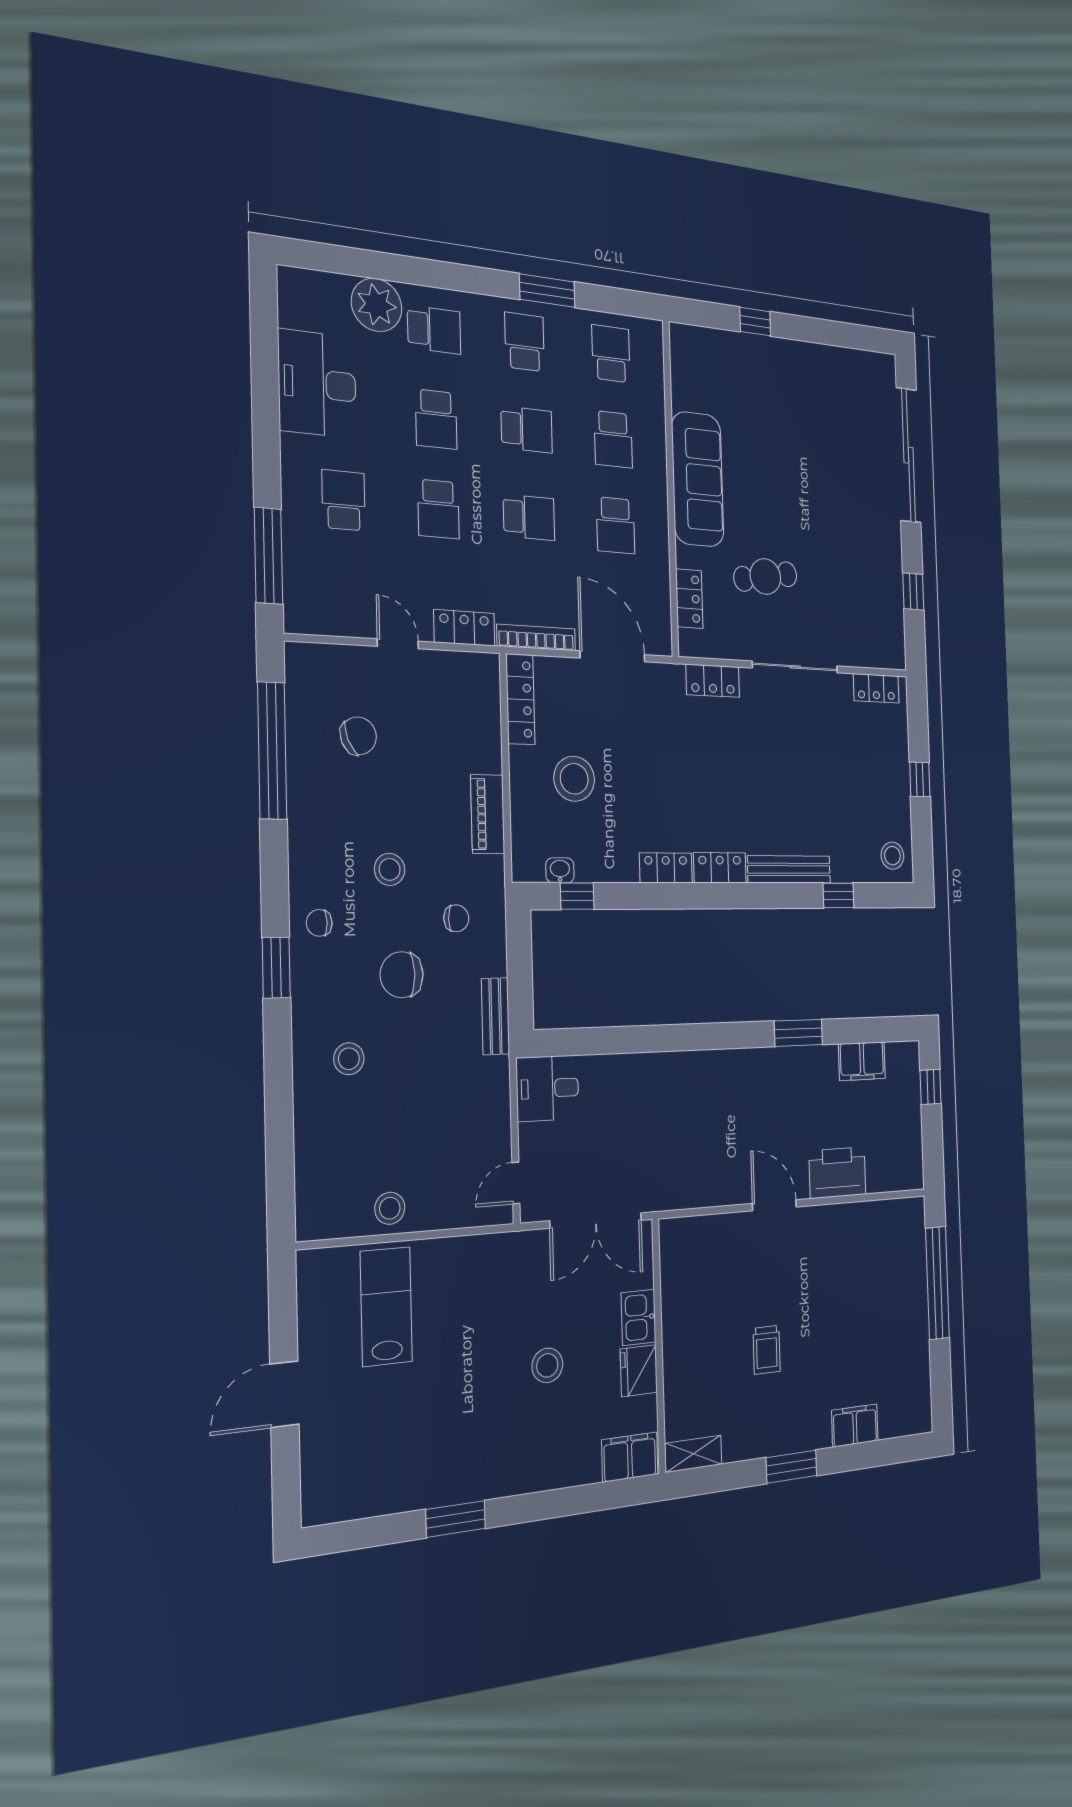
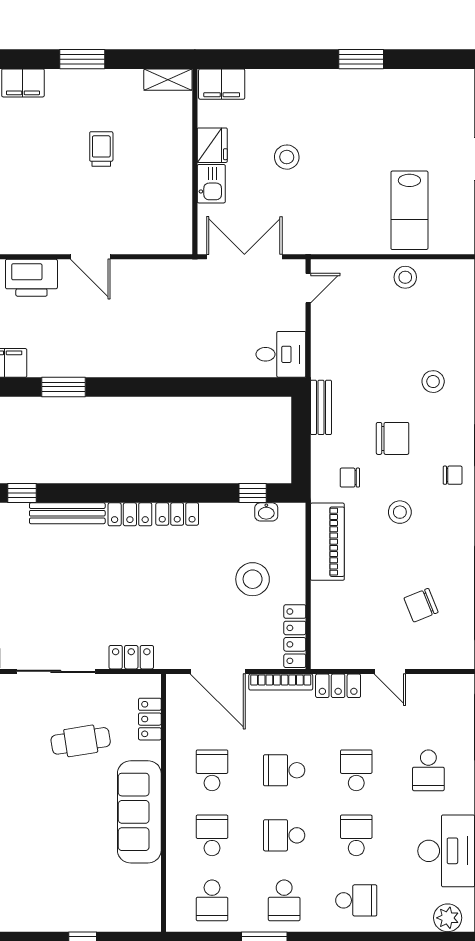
plant: (377, 305) -> (448, 918), moved, width x0.73, depth x0.73
school desk: (434, 330) -> (356, 900), turned 180
piano: (488, 814) -> (327, 542), width x1.37, depth x1.33

